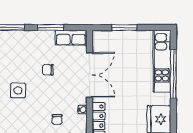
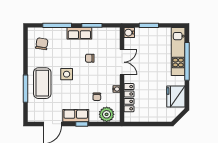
water cooler: (99, 37) -> (129, 33), added
row of seats: (71, 38) -> (79, 33), moved
double door: (89, 75) -> (122, 62), width x0.73

